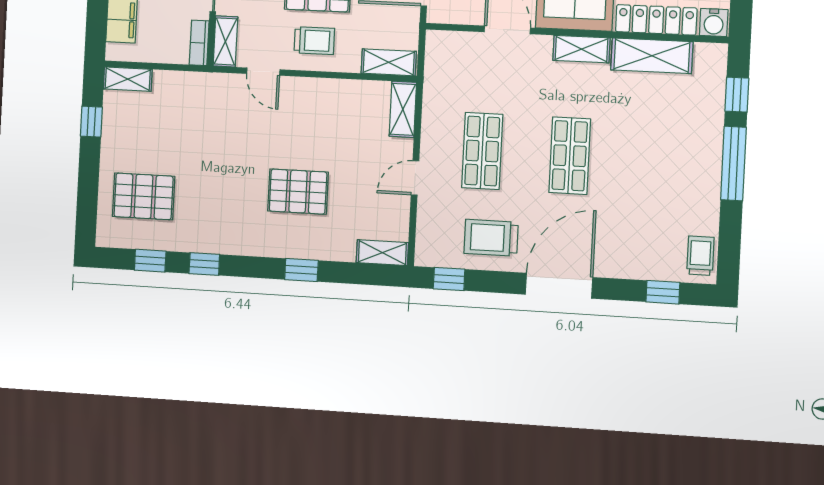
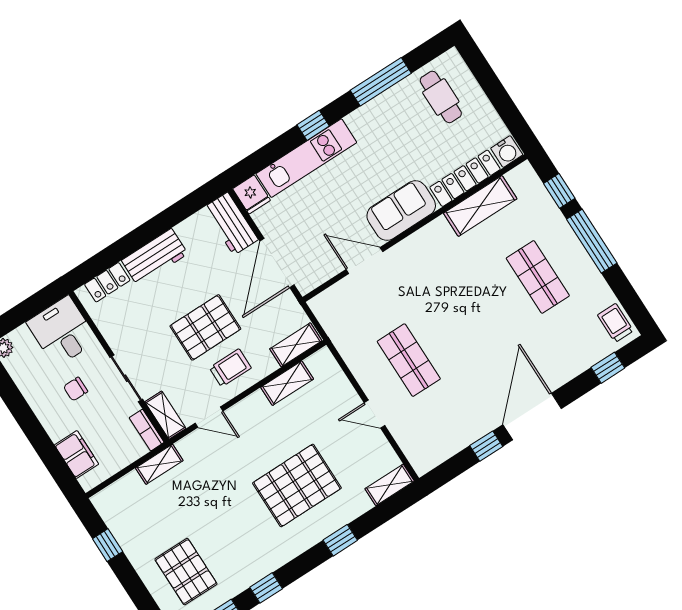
shelving: (581, 49) -> (427, 237), removed
shelving: (128, 79) -> (159, 464), moved
shelving: (403, 109) -> (287, 383), moved, turned 90
shop shelf: (570, 156) -> (538, 277), moved
door: (415, 178) -> (374, 414), hinge flipped
pallet: (298, 192) -> (297, 485), width x1.37, depth x1.41
pallet: (143, 196) -> (186, 572), turned 90
trolley: (491, 238) -> (460, 417), removed
window: (449, 279) -> (486, 446), moved

